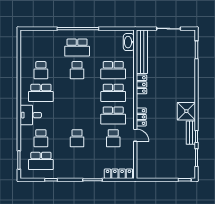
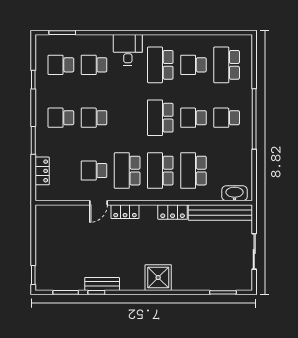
school desk: (41, 48) -> (227, 65), added
school desk: (77, 48) -> (227, 118), width x0.54
school desk: (77, 93) -> (160, 118), added
shower: (186, 111) -> (158, 278), moved
school desk: (41, 161) -> (61, 65), width x0.54
school desk: (77, 161) -> (61, 118), added
locker: (118, 174) -> (42, 171), width x0.66

